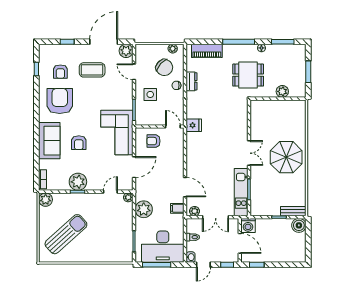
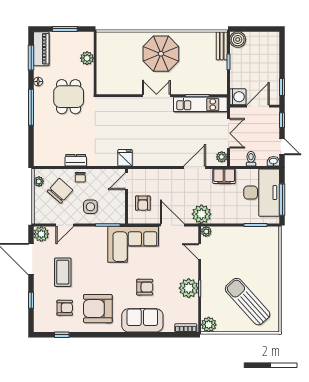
piano: (207, 51) -> (41, 49), moved
filing cabinet: (177, 208) -> (224, 176), width x2.00
plant: (144, 209) -> (201, 214), moved

